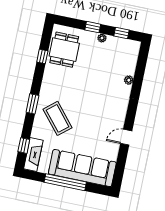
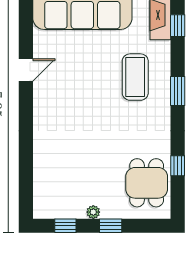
plant: (129, 80) -> (40, 157), removed
coffee table: (58, 118) -> (135, 77), turned 40

